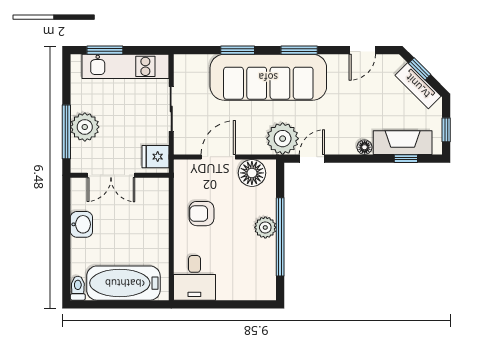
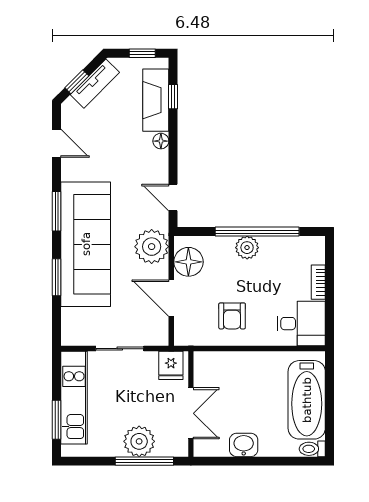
plant: (283, 139) -> (152, 247), moved
bookcase: (233, 294) -> (318, 282), added

